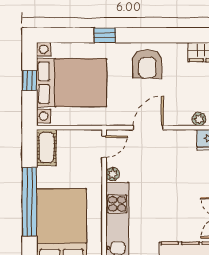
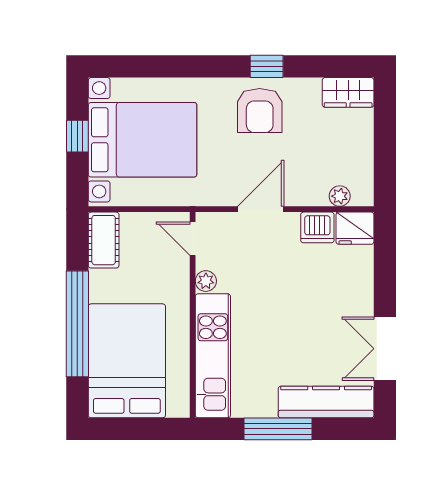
window: (105, 35) -> (267, 66), moved
dishwasher: (185, 139) -> (317, 227), added
door: (104, 147) -> (193, 239), swing flipped

